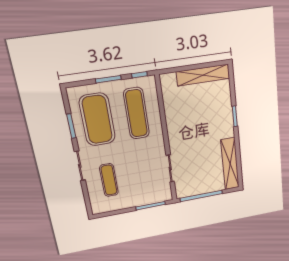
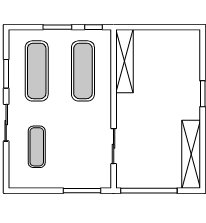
shelving: (203, 75) -> (124, 61), moved, turned 90
exercise mat: (97, 120) -> (37, 71), width x0.68

